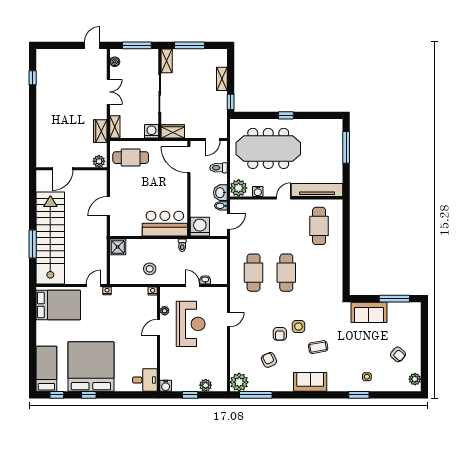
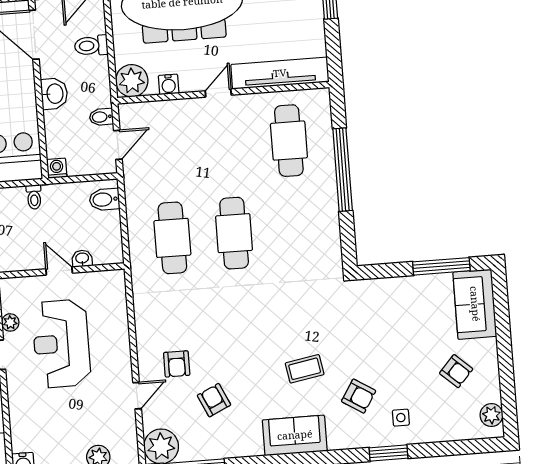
washbasin: (220, 193) -> (54, 94), moved, turned 180
washing machine: (200, 227) -> (57, 168), width x0.53, depth x0.53
window: (346, 243) -> (343, 170), added
bidet: (219, 250) -> (104, 199), added
sofa: (369, 312) -> (475, 304), moved, turned 90
door: (229, 319) -> (137, 396), moved
reception desk: (191, 324) -> (61, 344), turned 180
side table: (298, 327) -> (265, 333), removed
armchair: (280, 334) -> (177, 364), moved
armchair: (345, 364) -> (359, 396), added

